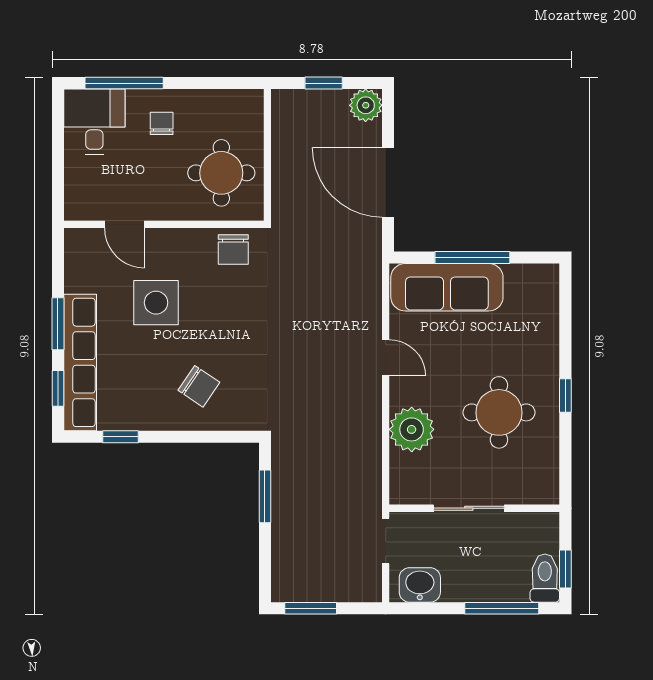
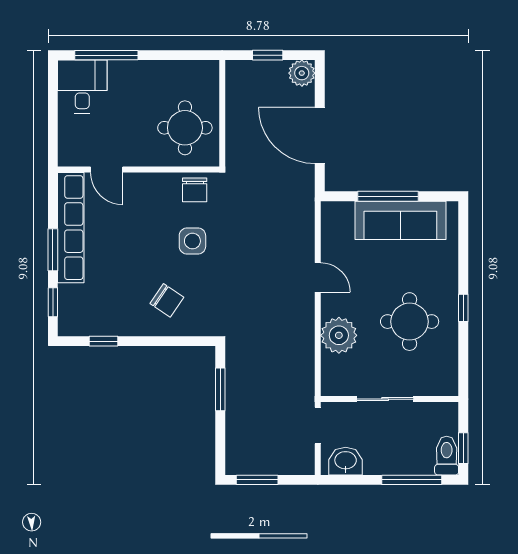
chair: (162, 123) -> (137, 88), removed
sofa: (447, 287) -> (400, 220), moved
side table: (156, 303) -> (192, 241), moved, width x0.73, depth x0.73
row of seats: (80, 362) -> (71, 228), moved

